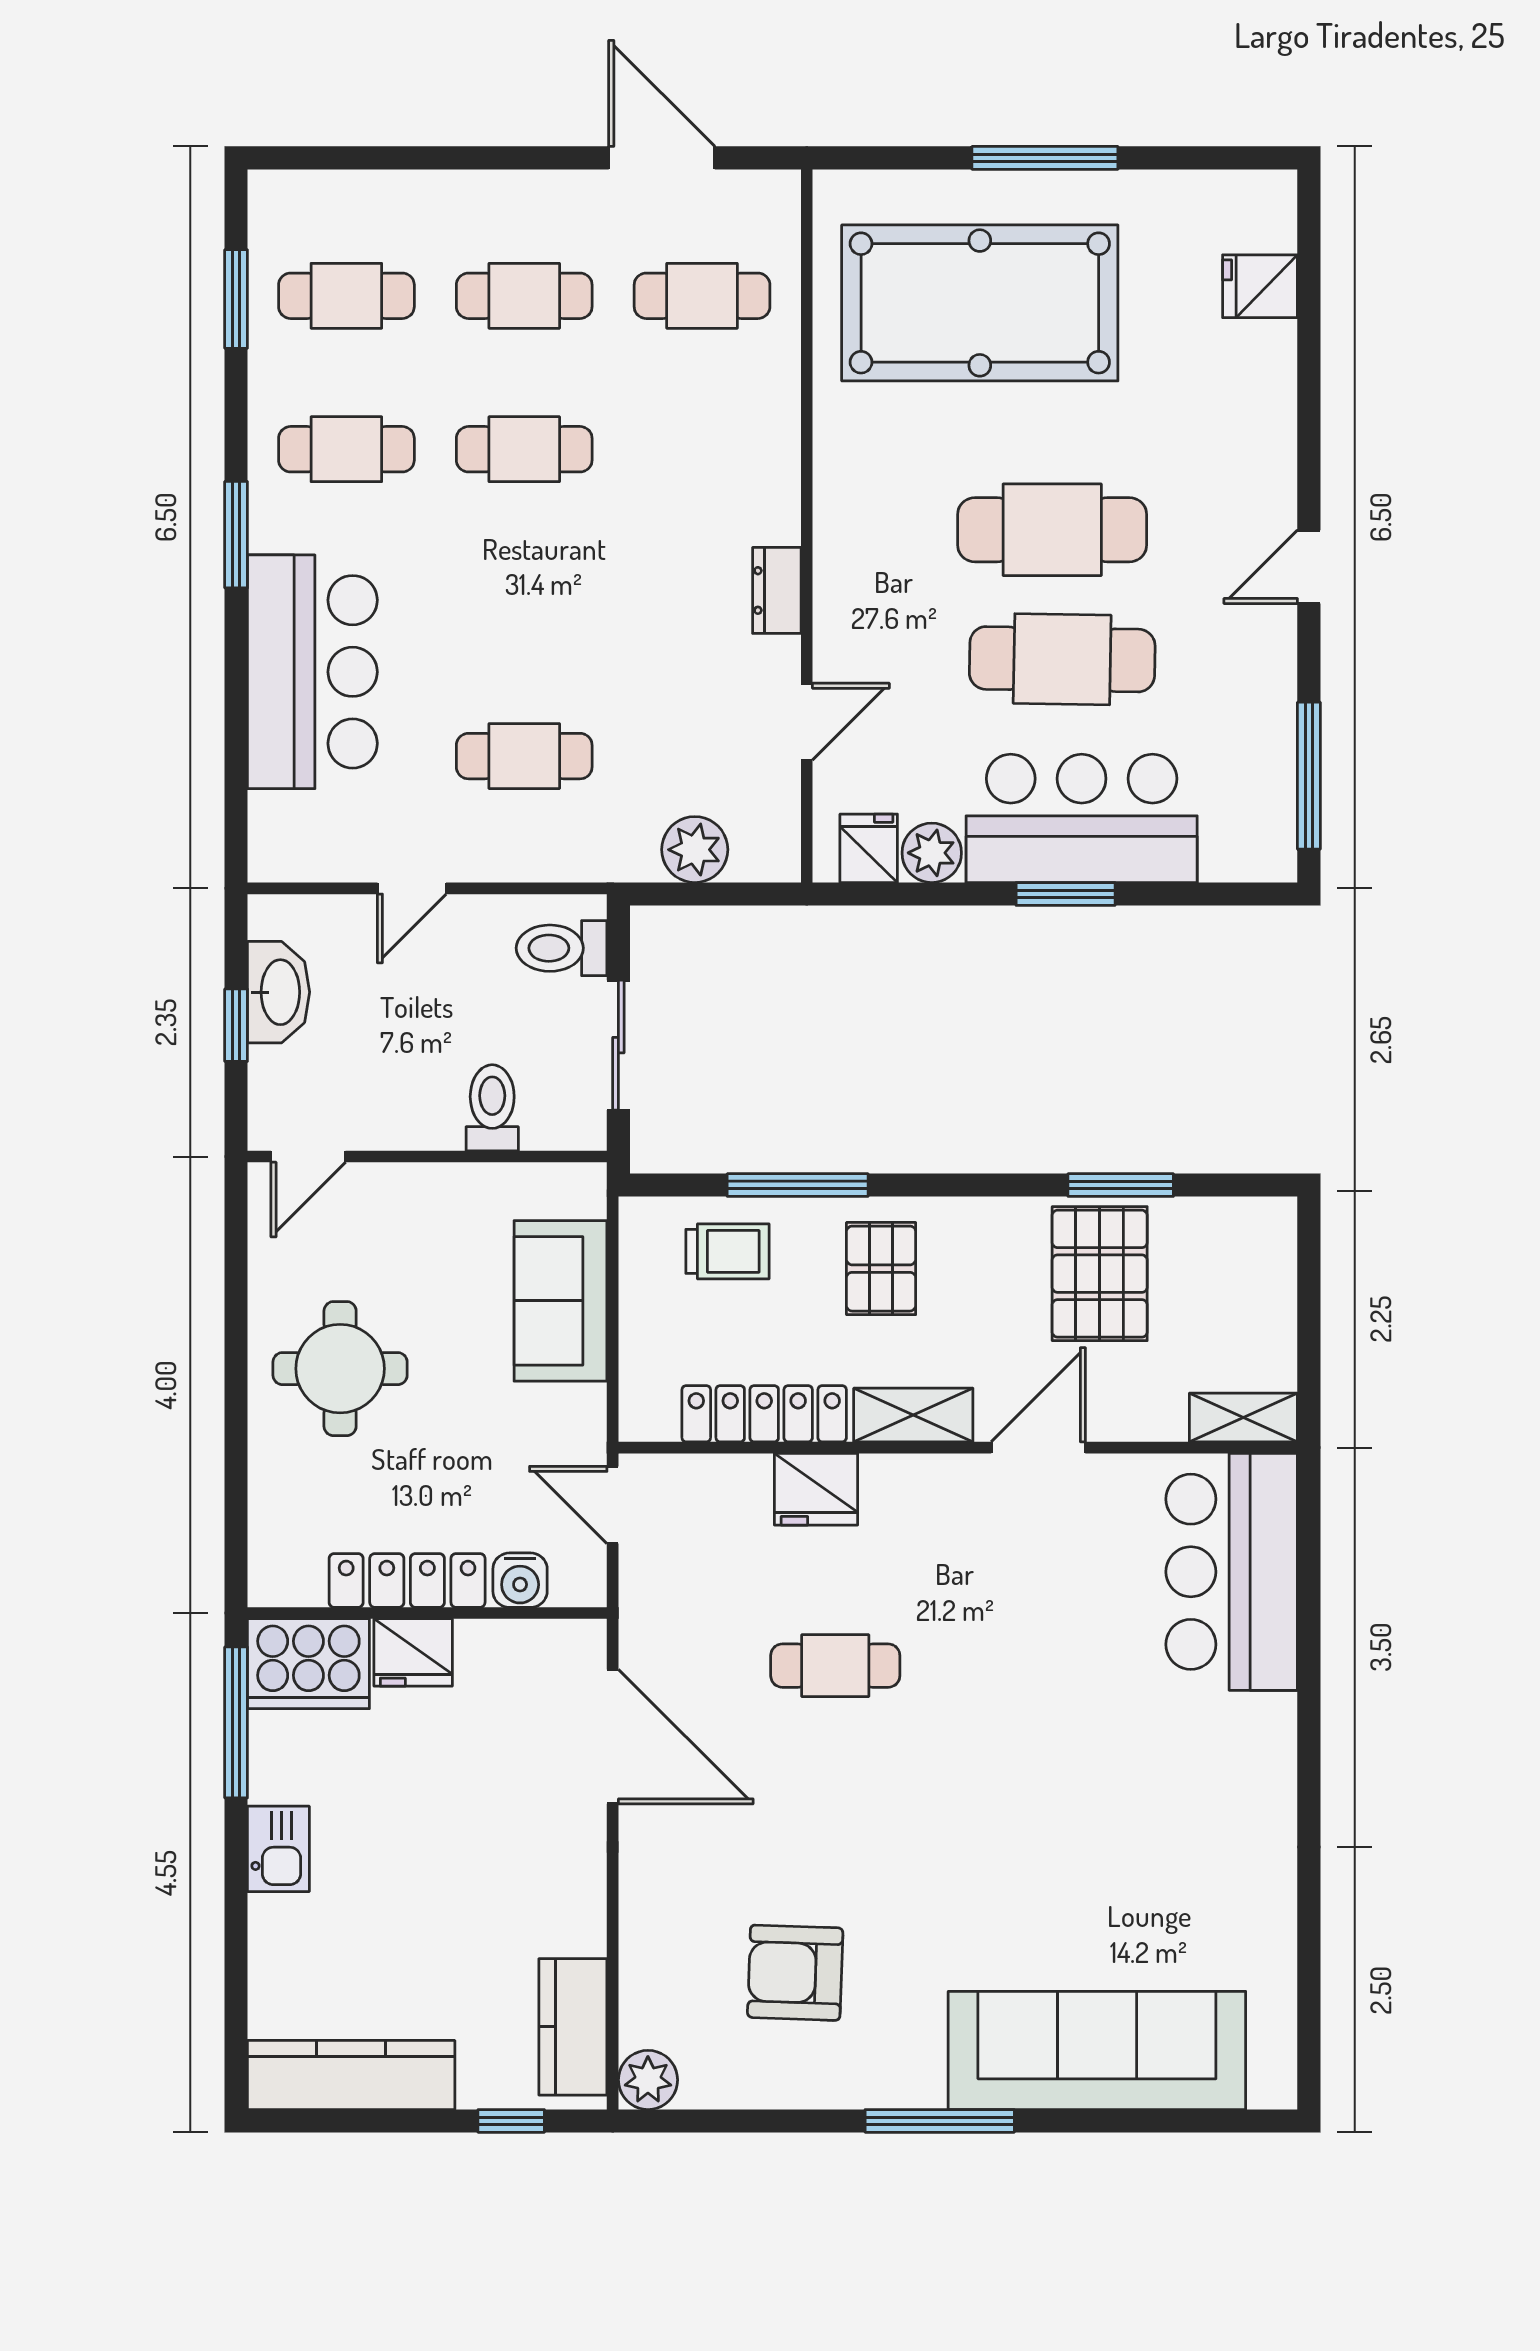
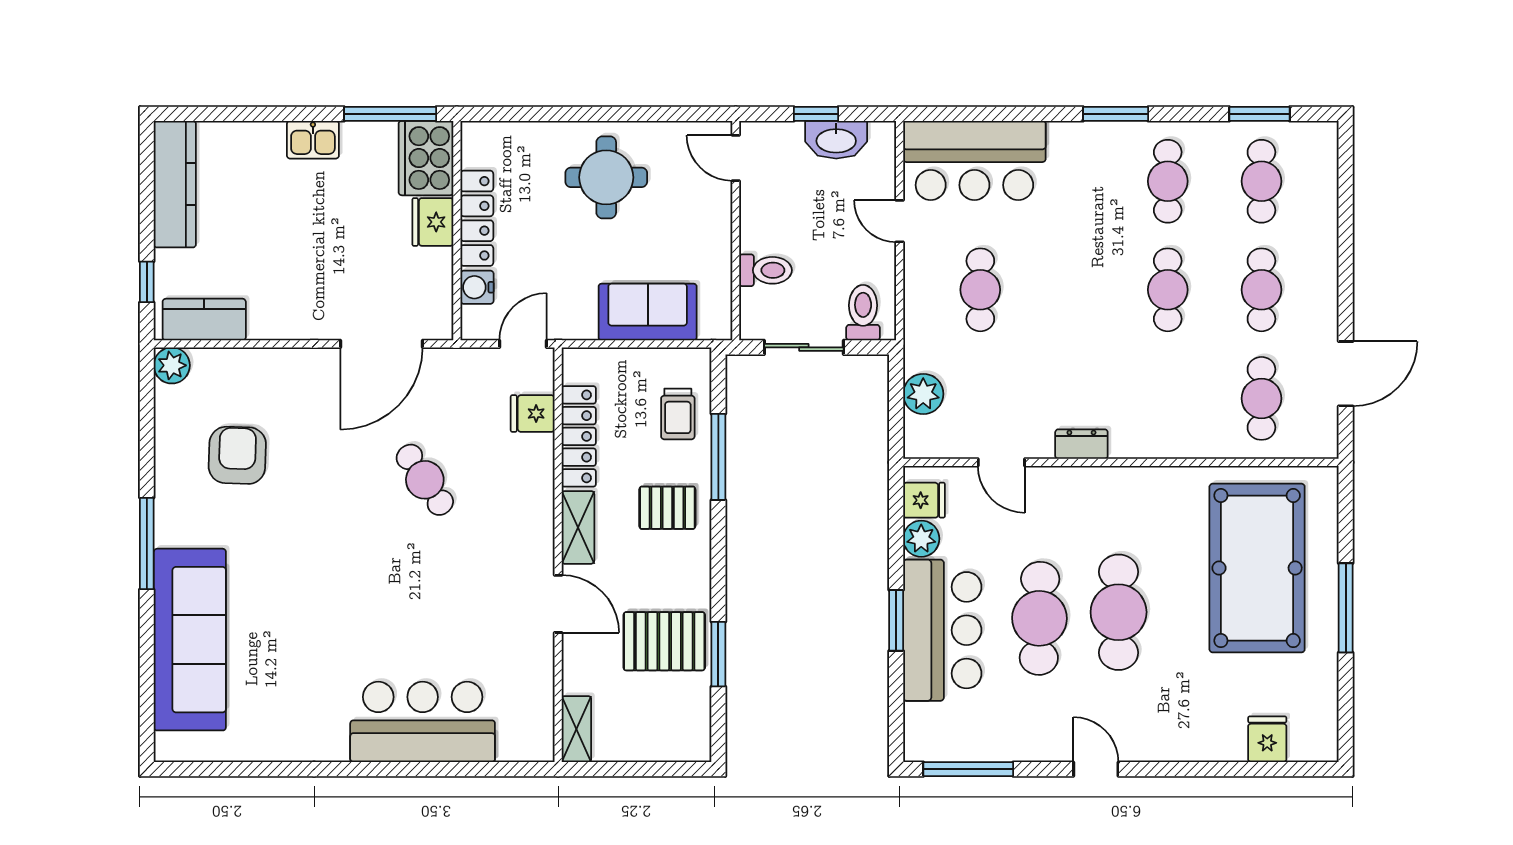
bar counter: (312, 672) -> (974, 160), moved
fridge: (816, 1489) -> (533, 414), moved, width x0.72
bar counter: (1232, 1572) -> (423, 722), moved
cafe table: (835, 1666) -> (425, 480), turned -34

